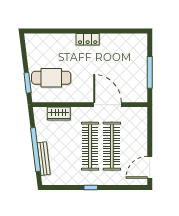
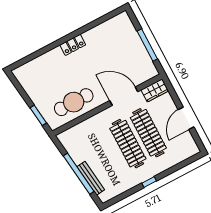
cafe table: (51, 78) -> (74, 102), moved
wardrobe: (59, 114) -> (155, 90), moved
door: (150, 167) -> (186, 118), moved

